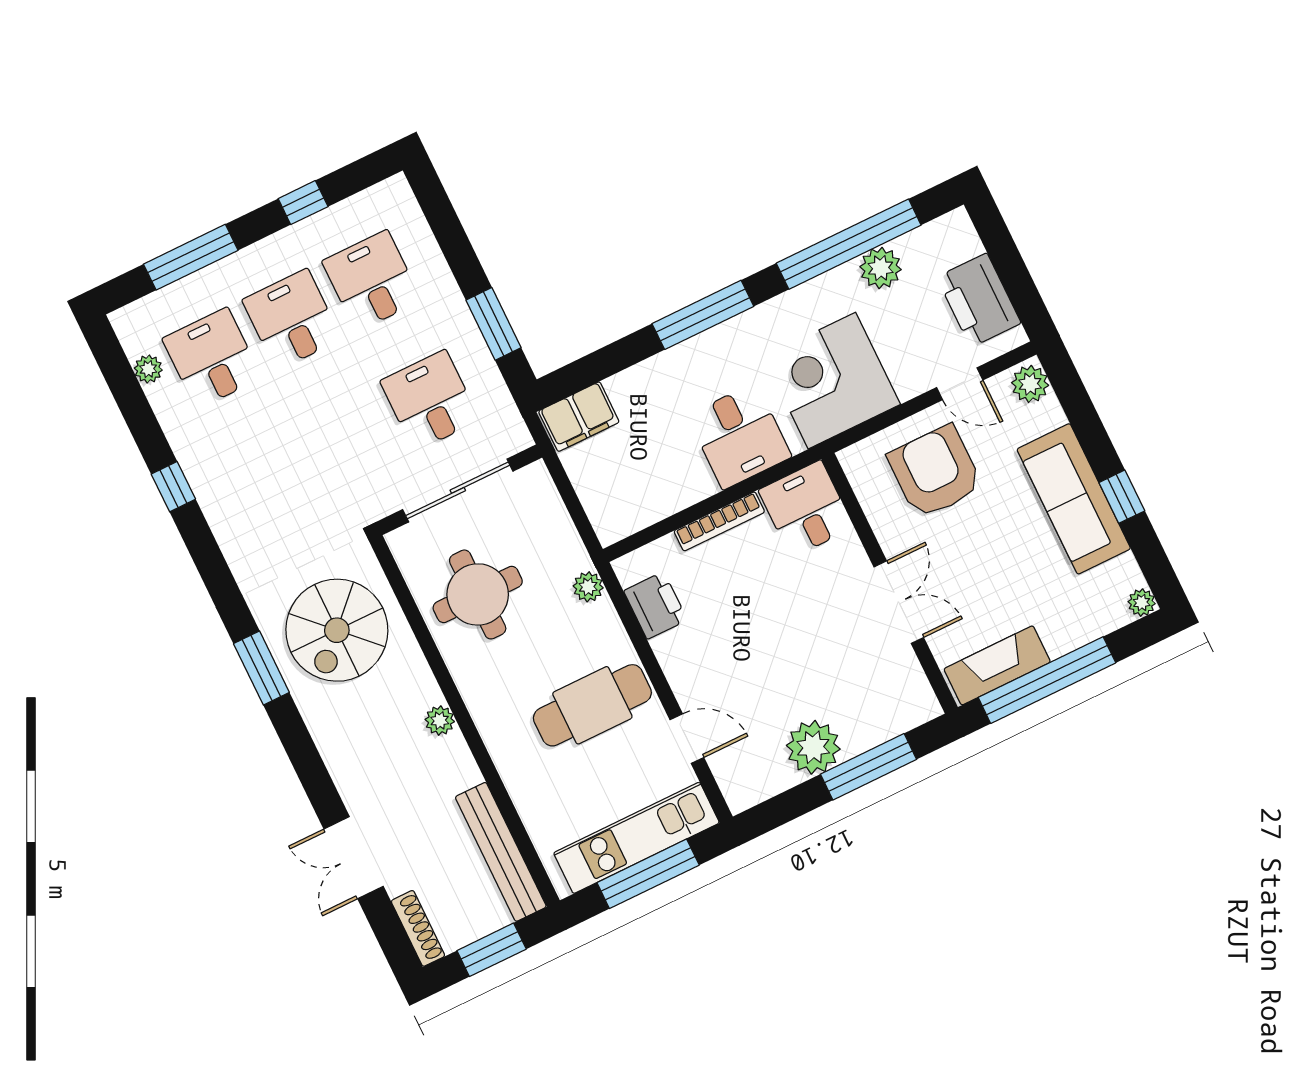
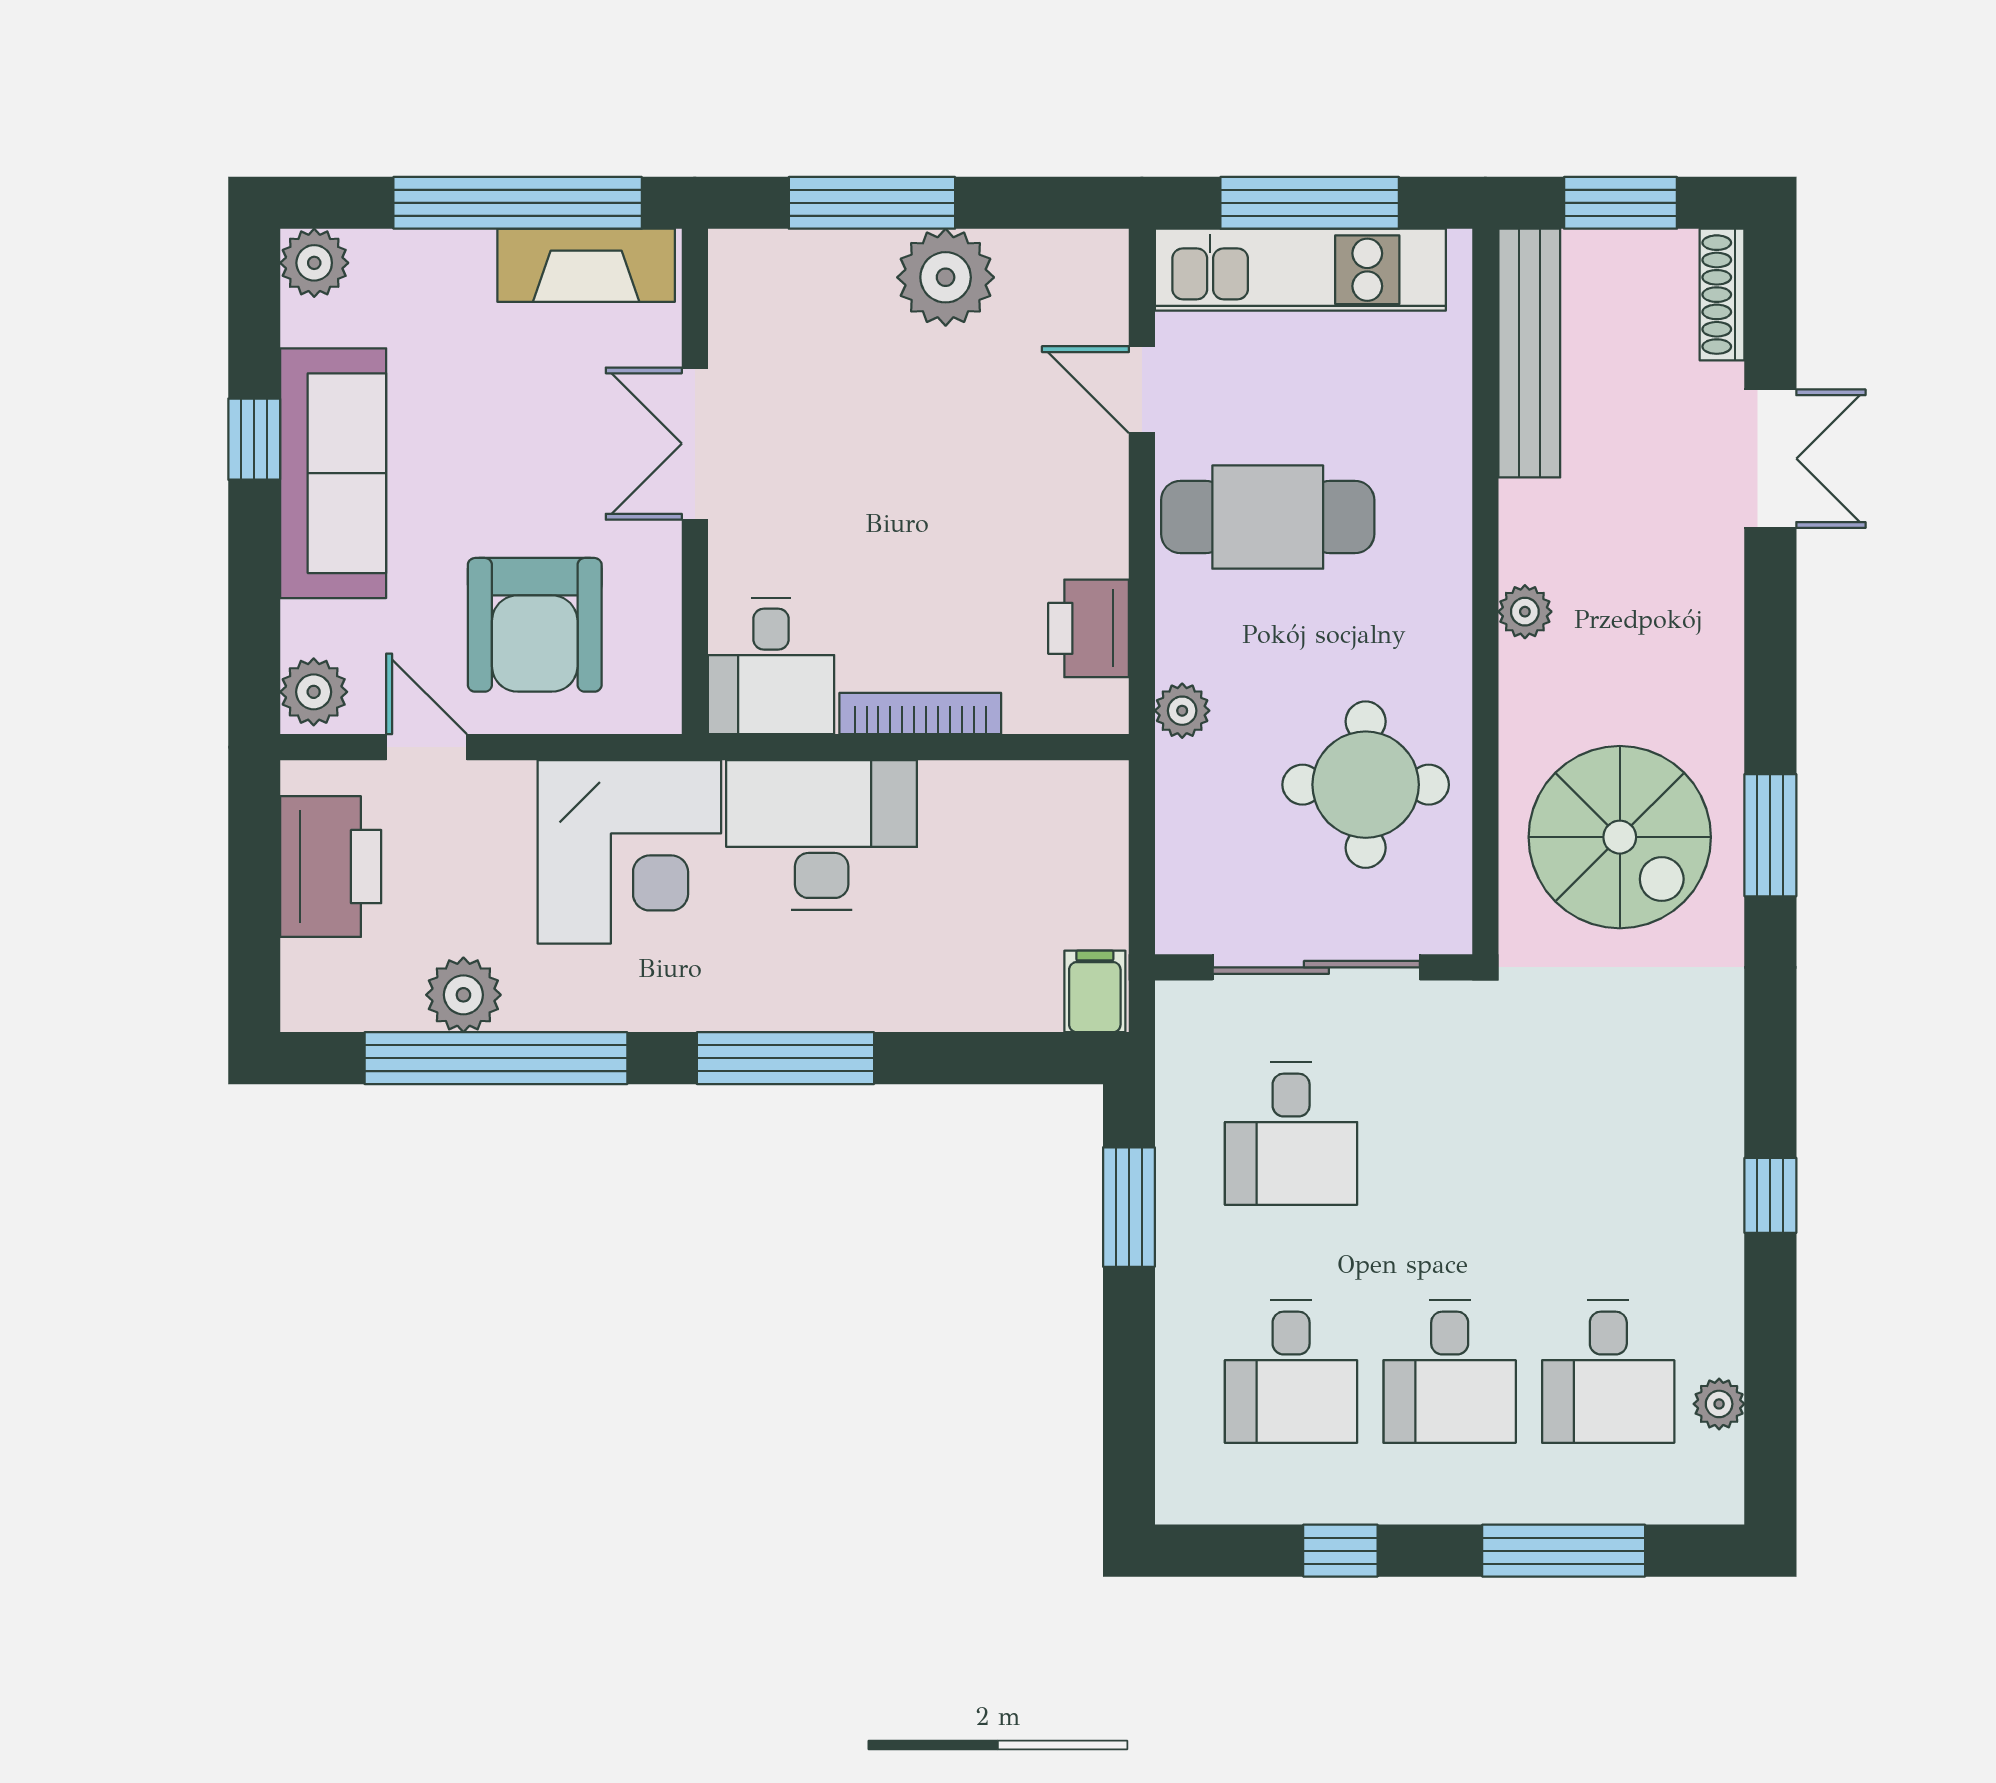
filing cabinet: (579, 417) -> (1095, 991), width x0.50
desk: (739, 436) -> (822, 835), width x1.37
plant: (1142, 603) -> (314, 263), width x1.38, depth x1.38
spiral stairs: (337, 630) -> (1620, 837), turned 90

